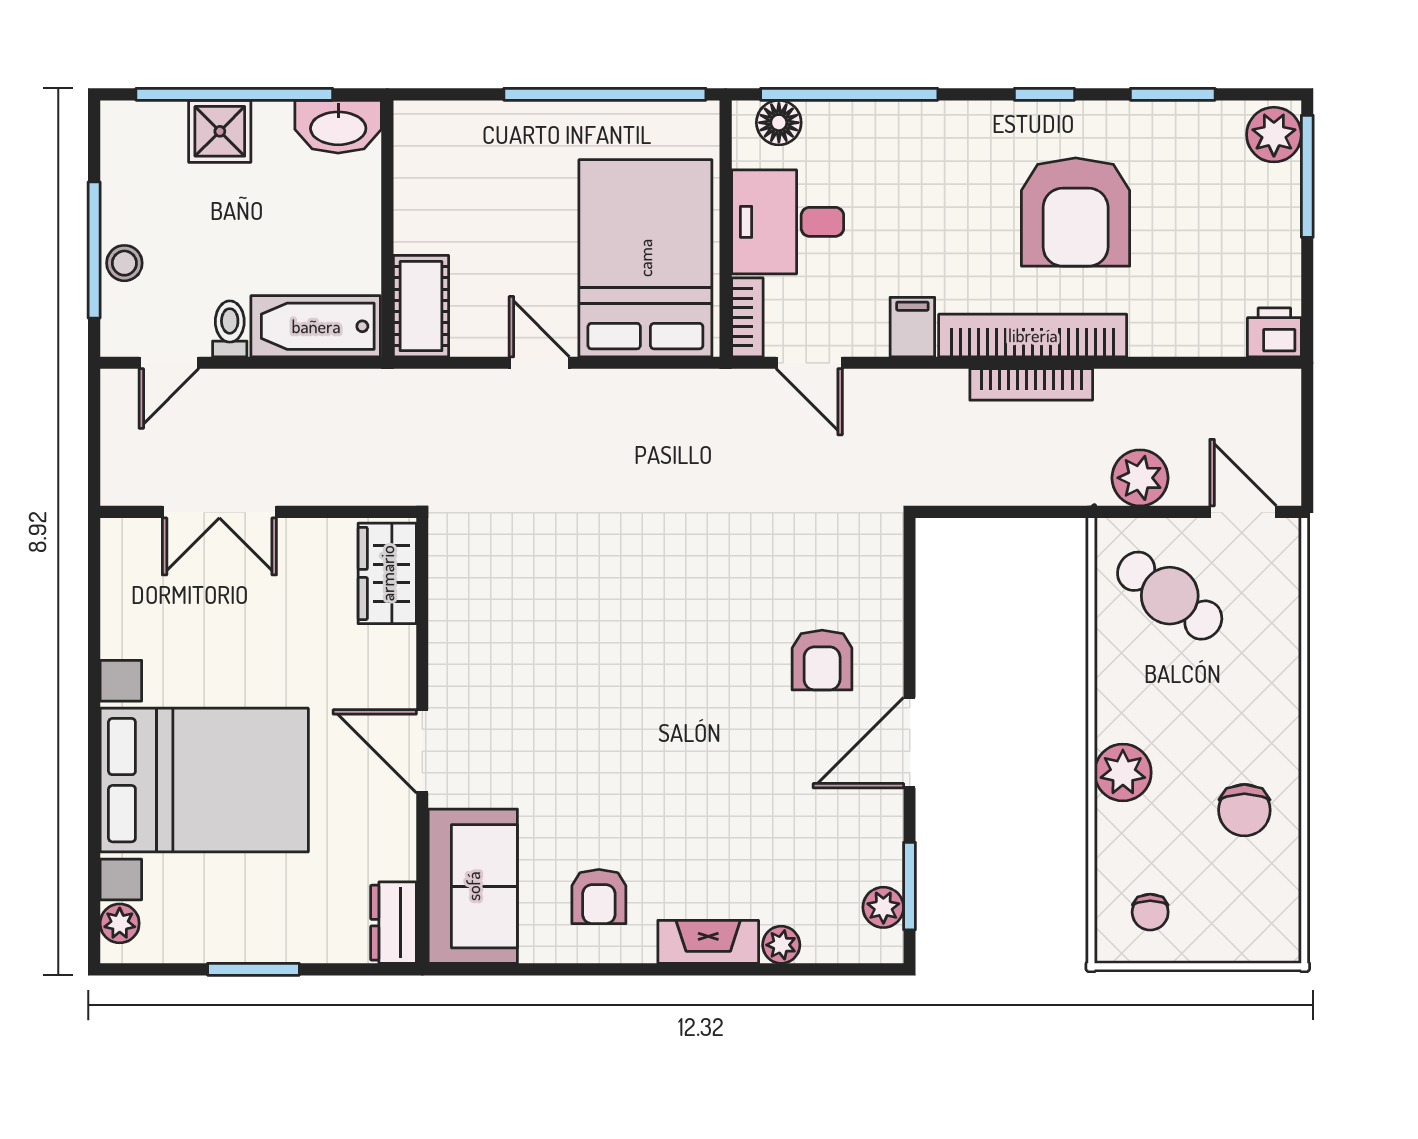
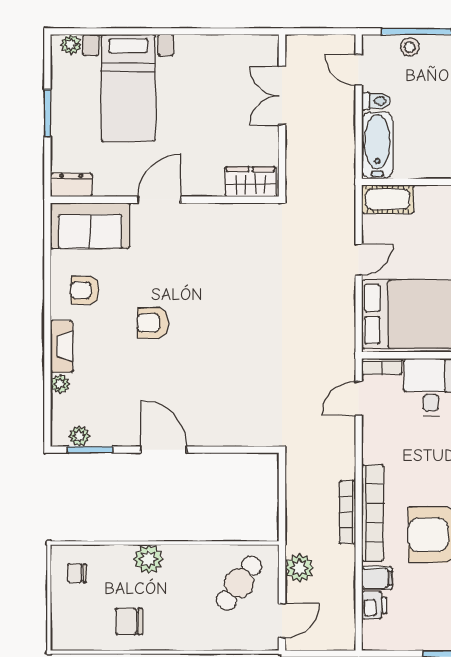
filing cabinet: (912, 327) -> (377, 578), moved
printer: (1274, 332) -> (374, 605), moved
armchair: (822, 660) -> (153, 323), moved
bed with nightstands: (204, 780) -> (128, 88), width x0.73

